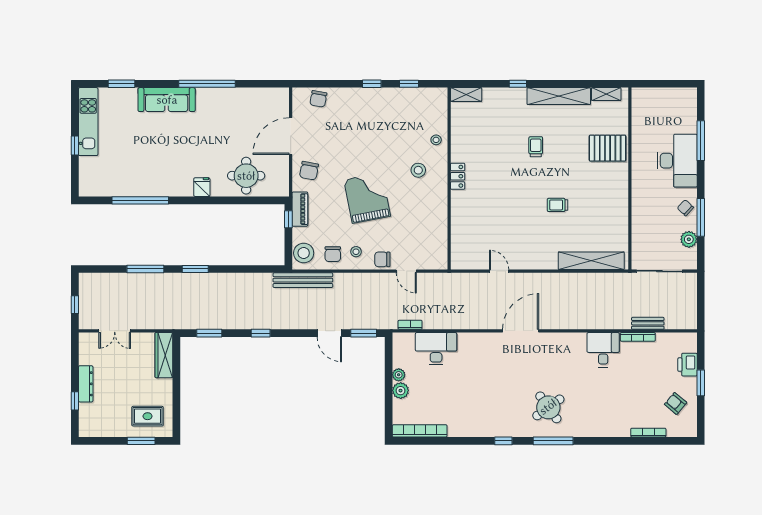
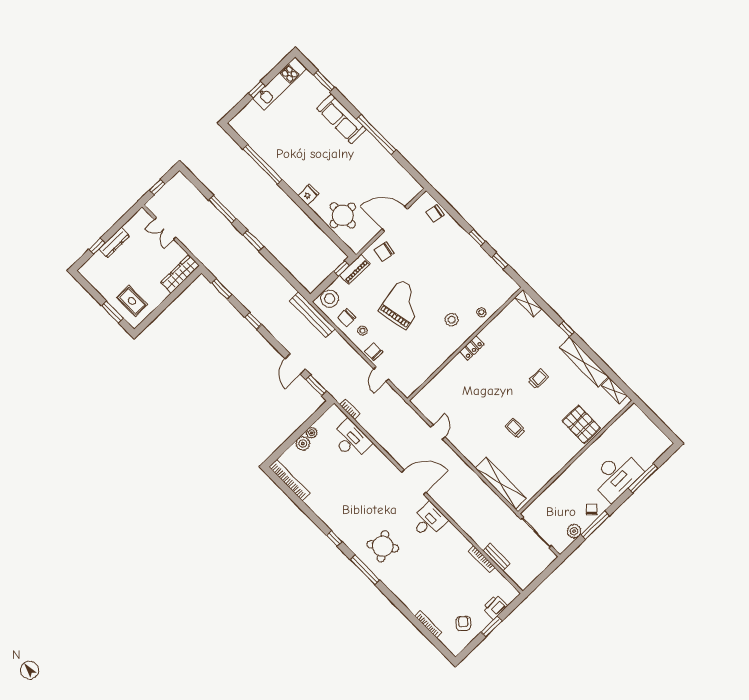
desk: (603, 350) -> (428, 521), moved

